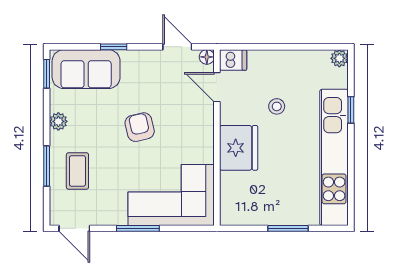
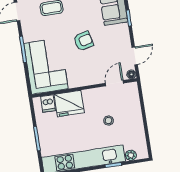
plant: (339, 58) -> (131, 155), moved
dishwasher: (233, 60) -> (48, 103), moved
fridge: (239, 148) -> (69, 104), moved

